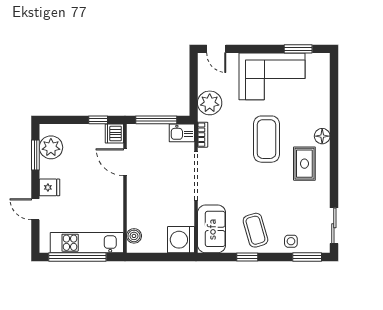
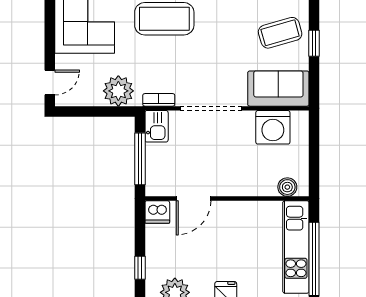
window: (98, 120) -> (140, 268), moved
washing machine: (181, 240) -> (273, 127), moved

